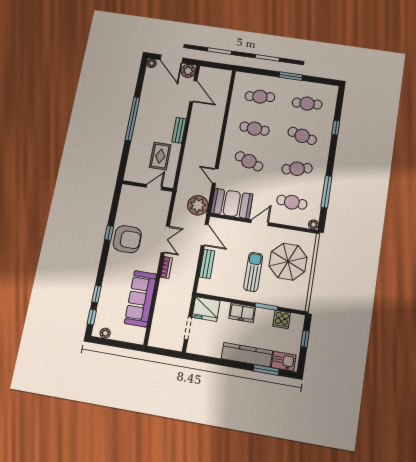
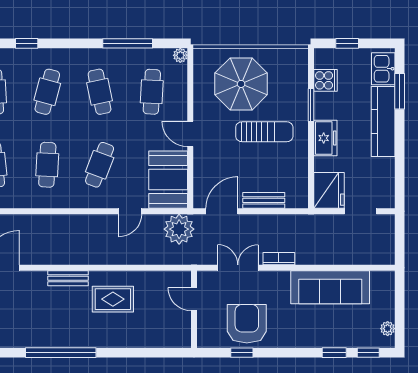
wall: (148, 186) -> (194, 309), moved
door: (154, 187) -> (194, 299), moved
sun lounger: (253, 272) -> (264, 132), turned 180

